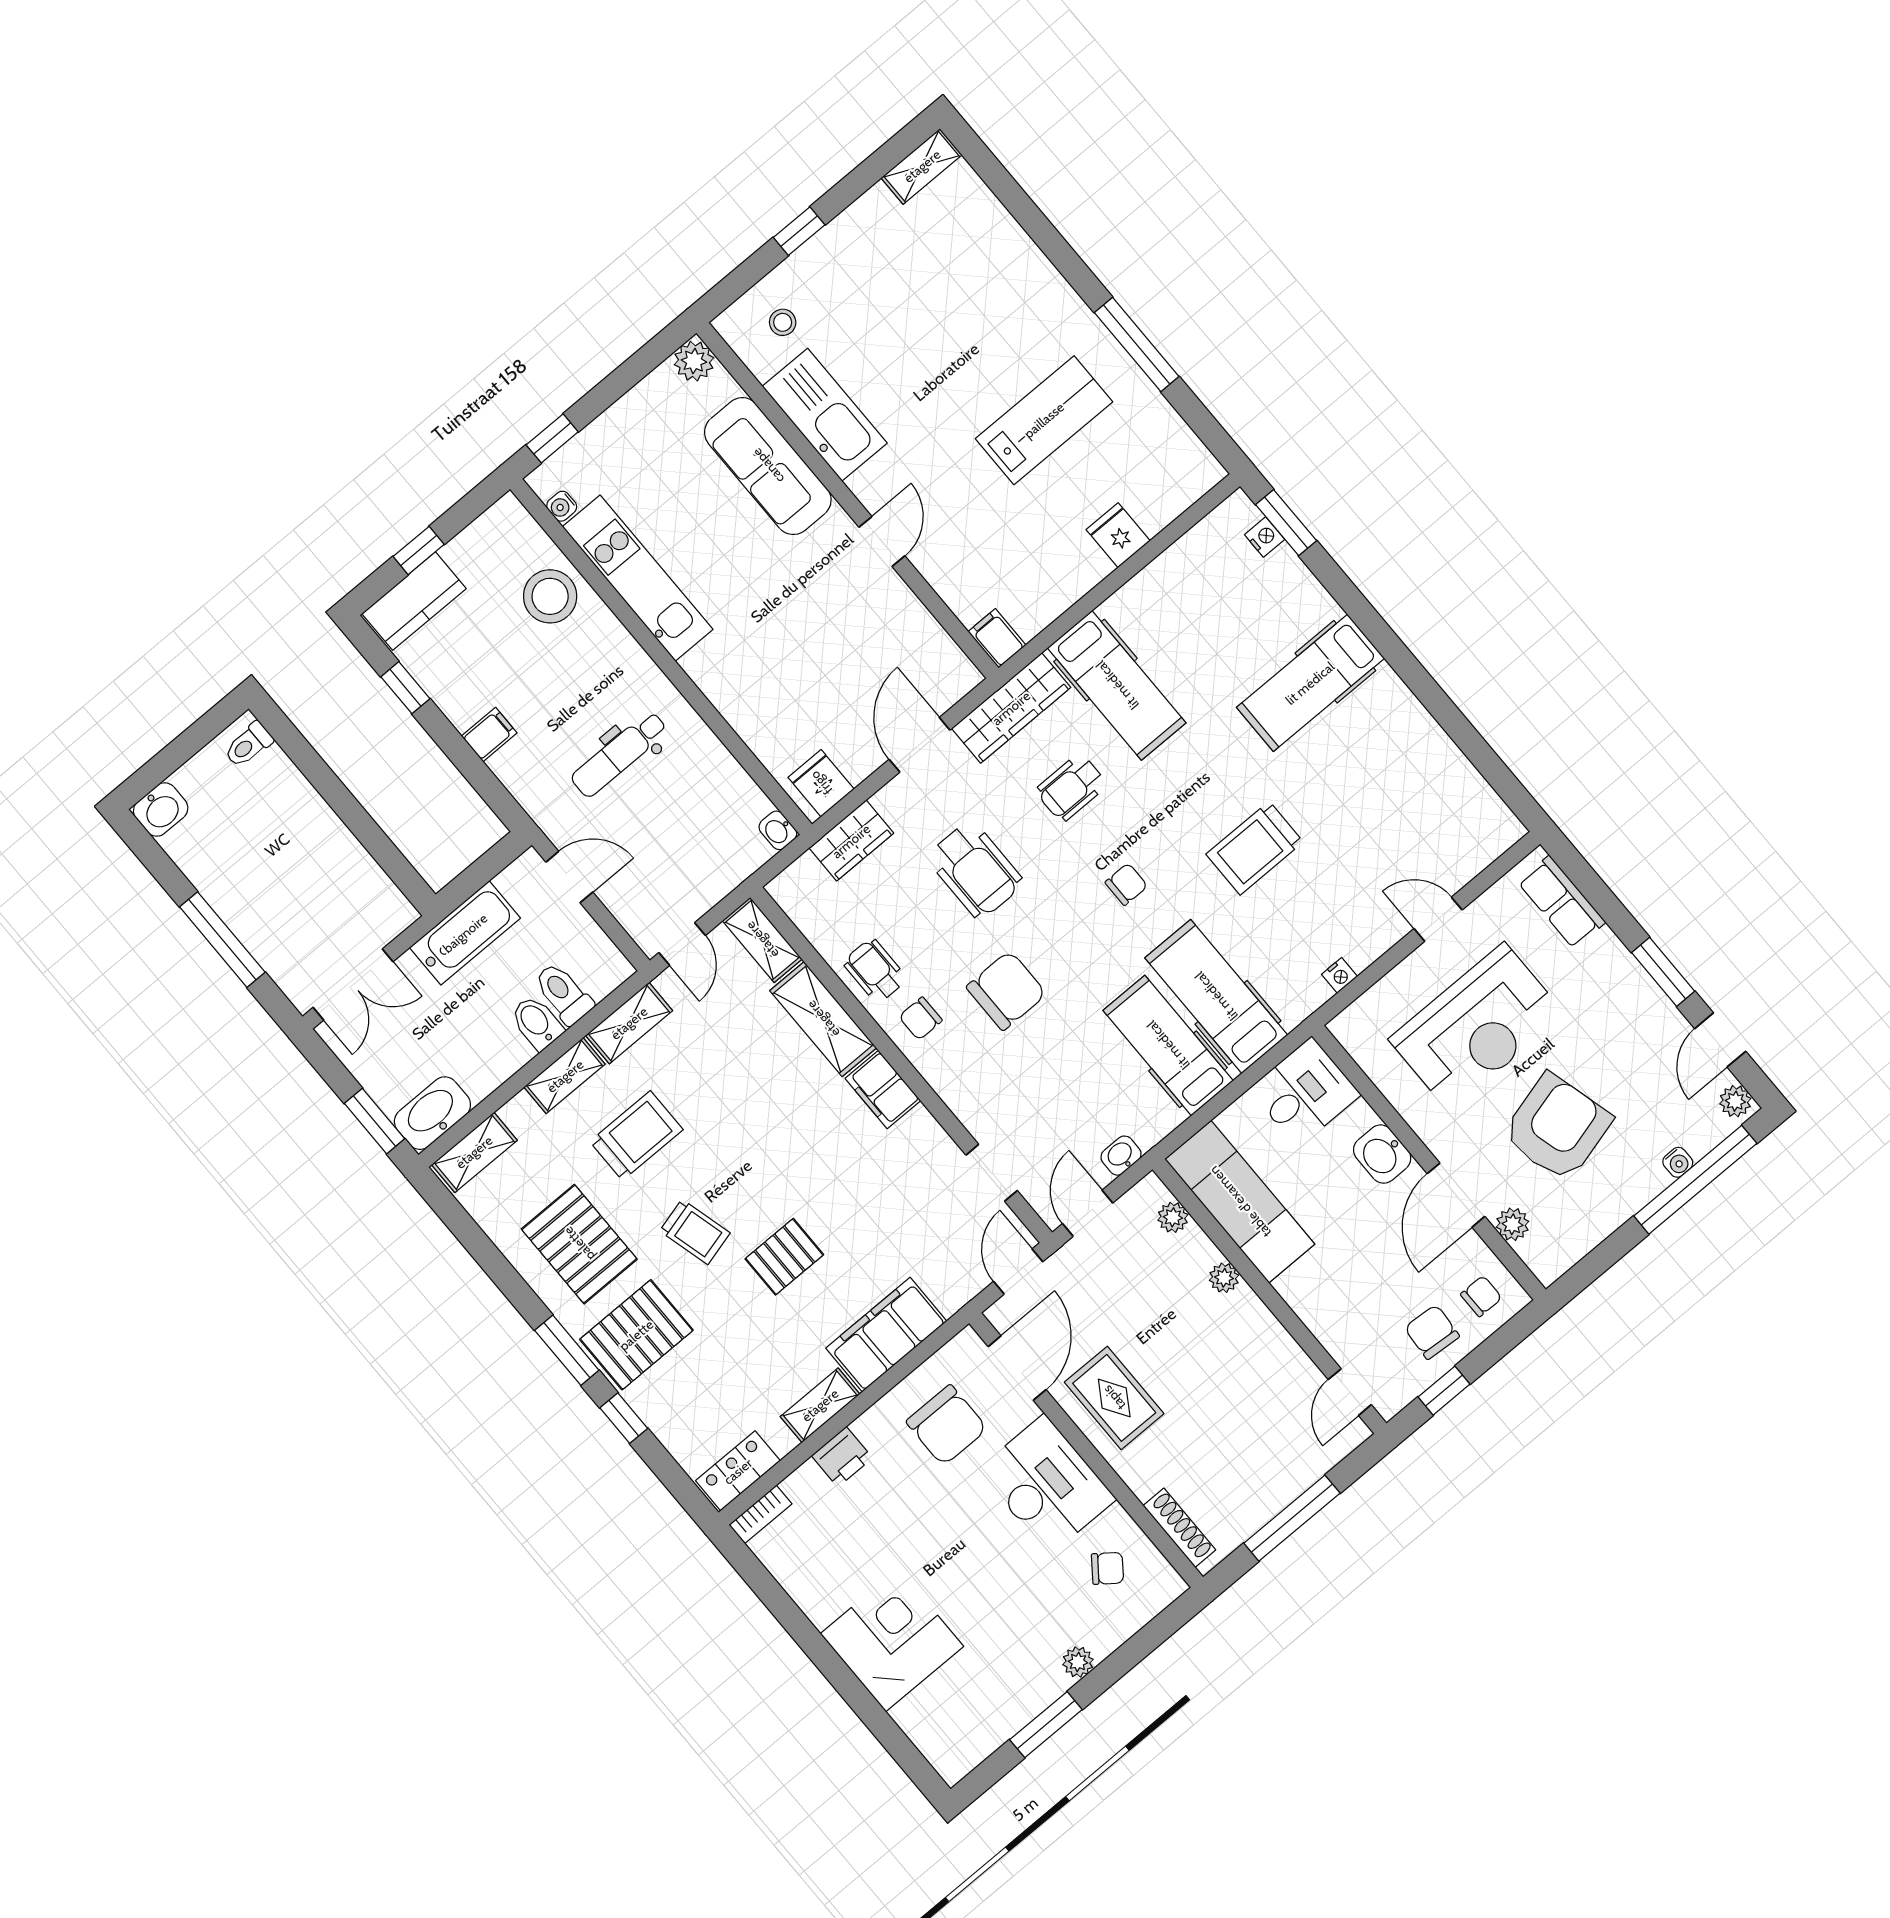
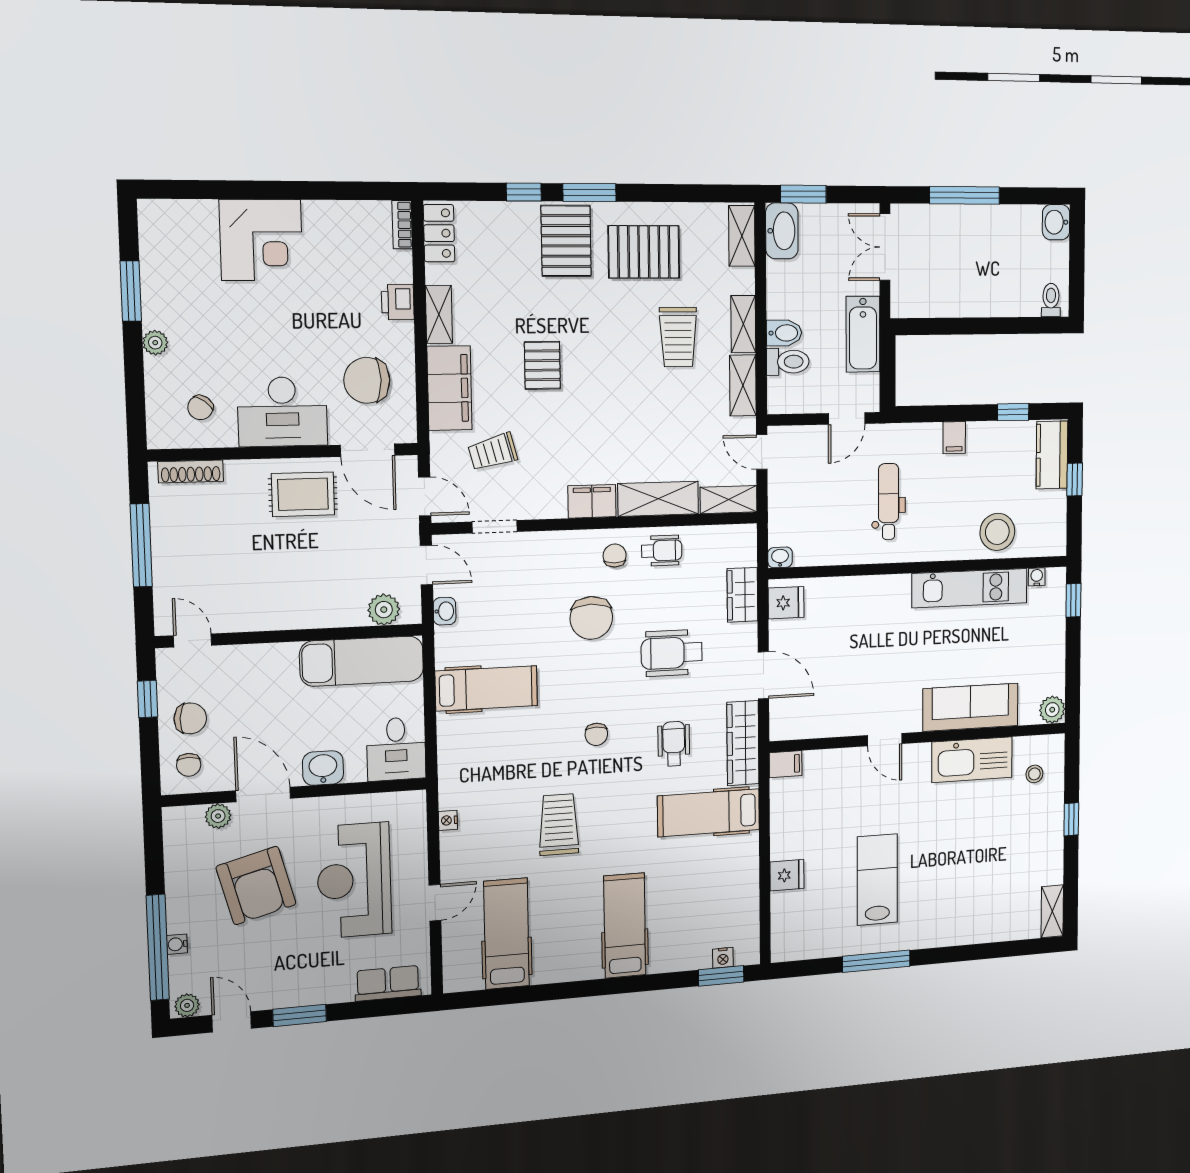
lab bench: (1044, 420) -> (877, 880), turned 180
hospital bed: (1216, 996) -> (507, 934), moved, turned -90
plant: (1173, 1217) -> (384, 610), width x1.38, depth x1.38
trolley: (695, 1232) -> (493, 452), moved
plant: (1224, 1278) -> (324, 617), removed

